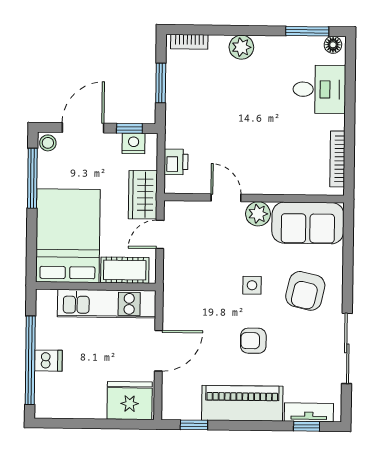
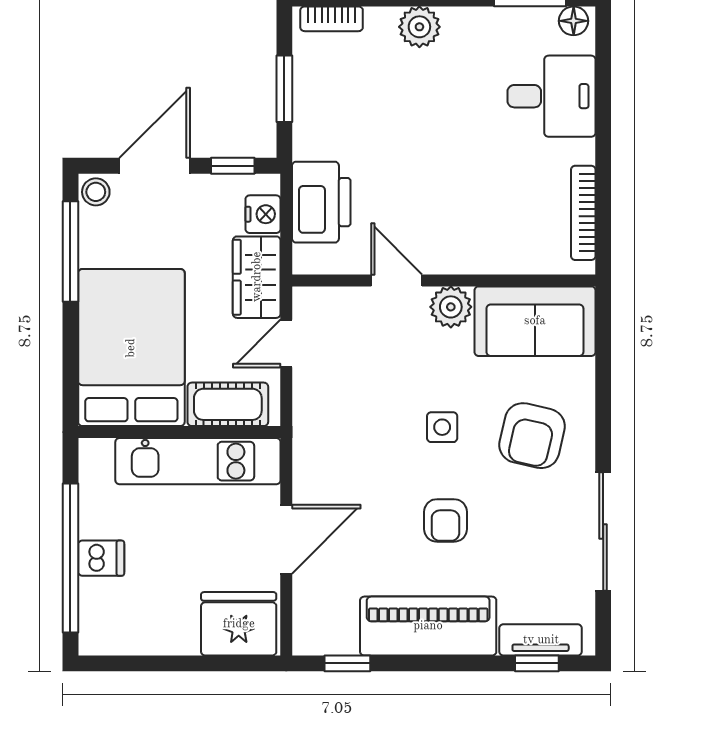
nightstand: (134, 143) -> (263, 214), moved, turned 90
printer: (176, 162) -> (321, 202), width x1.87, depth x1.48
armchair: (253, 341) -> (445, 520), turned -90

